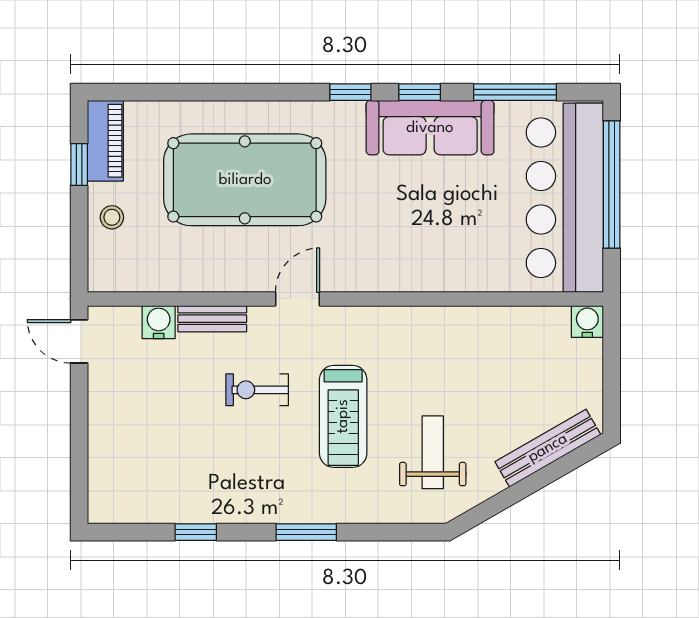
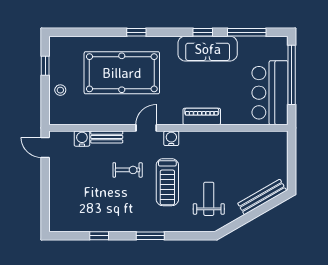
window: (350, 92) -> (136, 32), moved
piano: (105, 141) -> (202, 116), moved, turned -90
bar counter: (565, 198) -> (270, 93), width x0.73
water cooler: (587, 321) -> (171, 138), moved
exercise bike: (257, 390) -> (128, 170), turned 180

